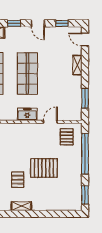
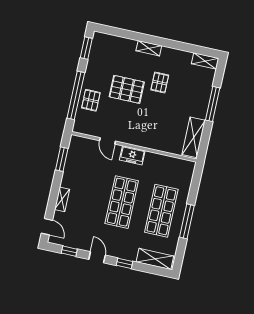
door: (50, 122) -> (107, 141), hinge flipped
pallet: (67, 137) -> (91, 100), moved
shelving: (21, 206) -> (149, 48), moved

